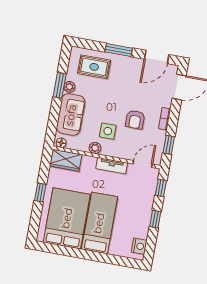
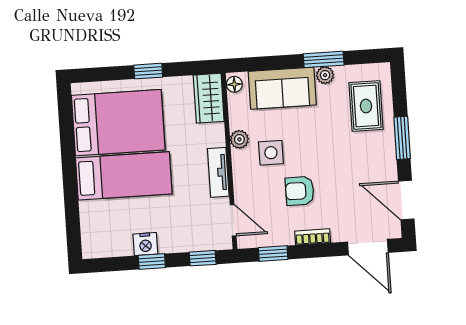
nightstand: (139, 246) -> (145, 244), moved

